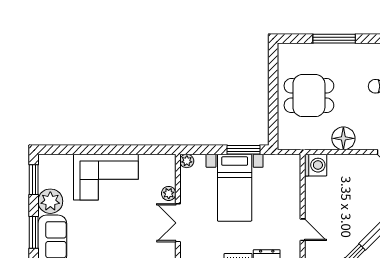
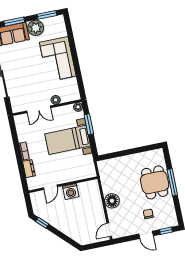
dining table: (309, 96) -> (155, 182), moved
window: (244, 150) -> (89, 124), moved
washing machine: (316, 165) -> (71, 191), moved
double door: (178, 223) -> (39, 109), swing flipped

